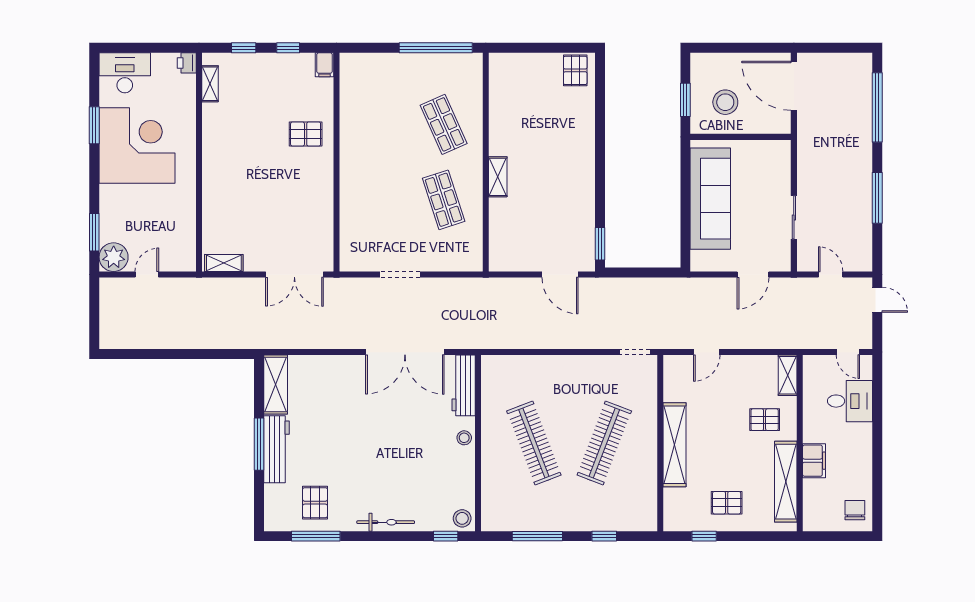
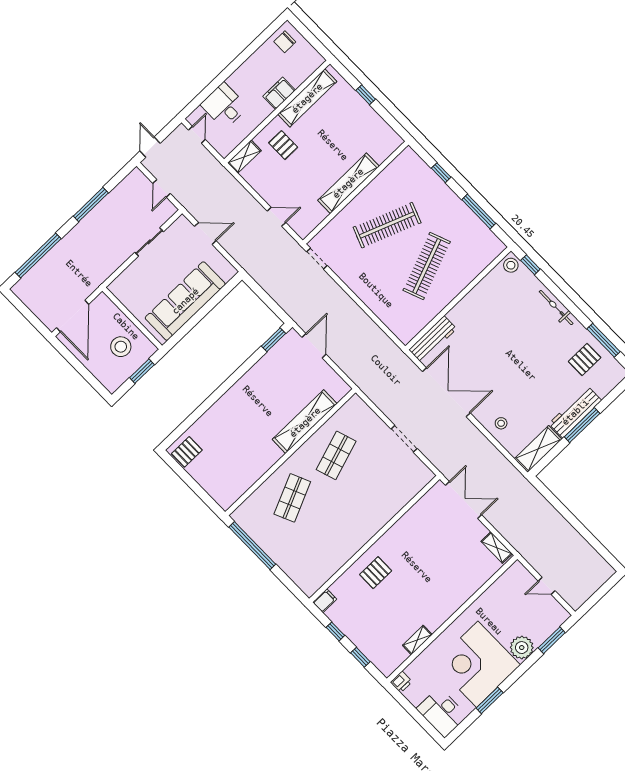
shelving: (210, 84) -> (417, 640), moved
pallet: (306, 134) -> (376, 573), turned 90
shelving: (498, 177) -> (305, 422), width x2.20, depth x1.33
plant: (114, 257) -> (522, 648), moved
stool: (464, 438) -> (501, 423), moved
pallet: (727, 503) -> (353, 120), removed
window: (704, 536) -> (366, 95), moved

